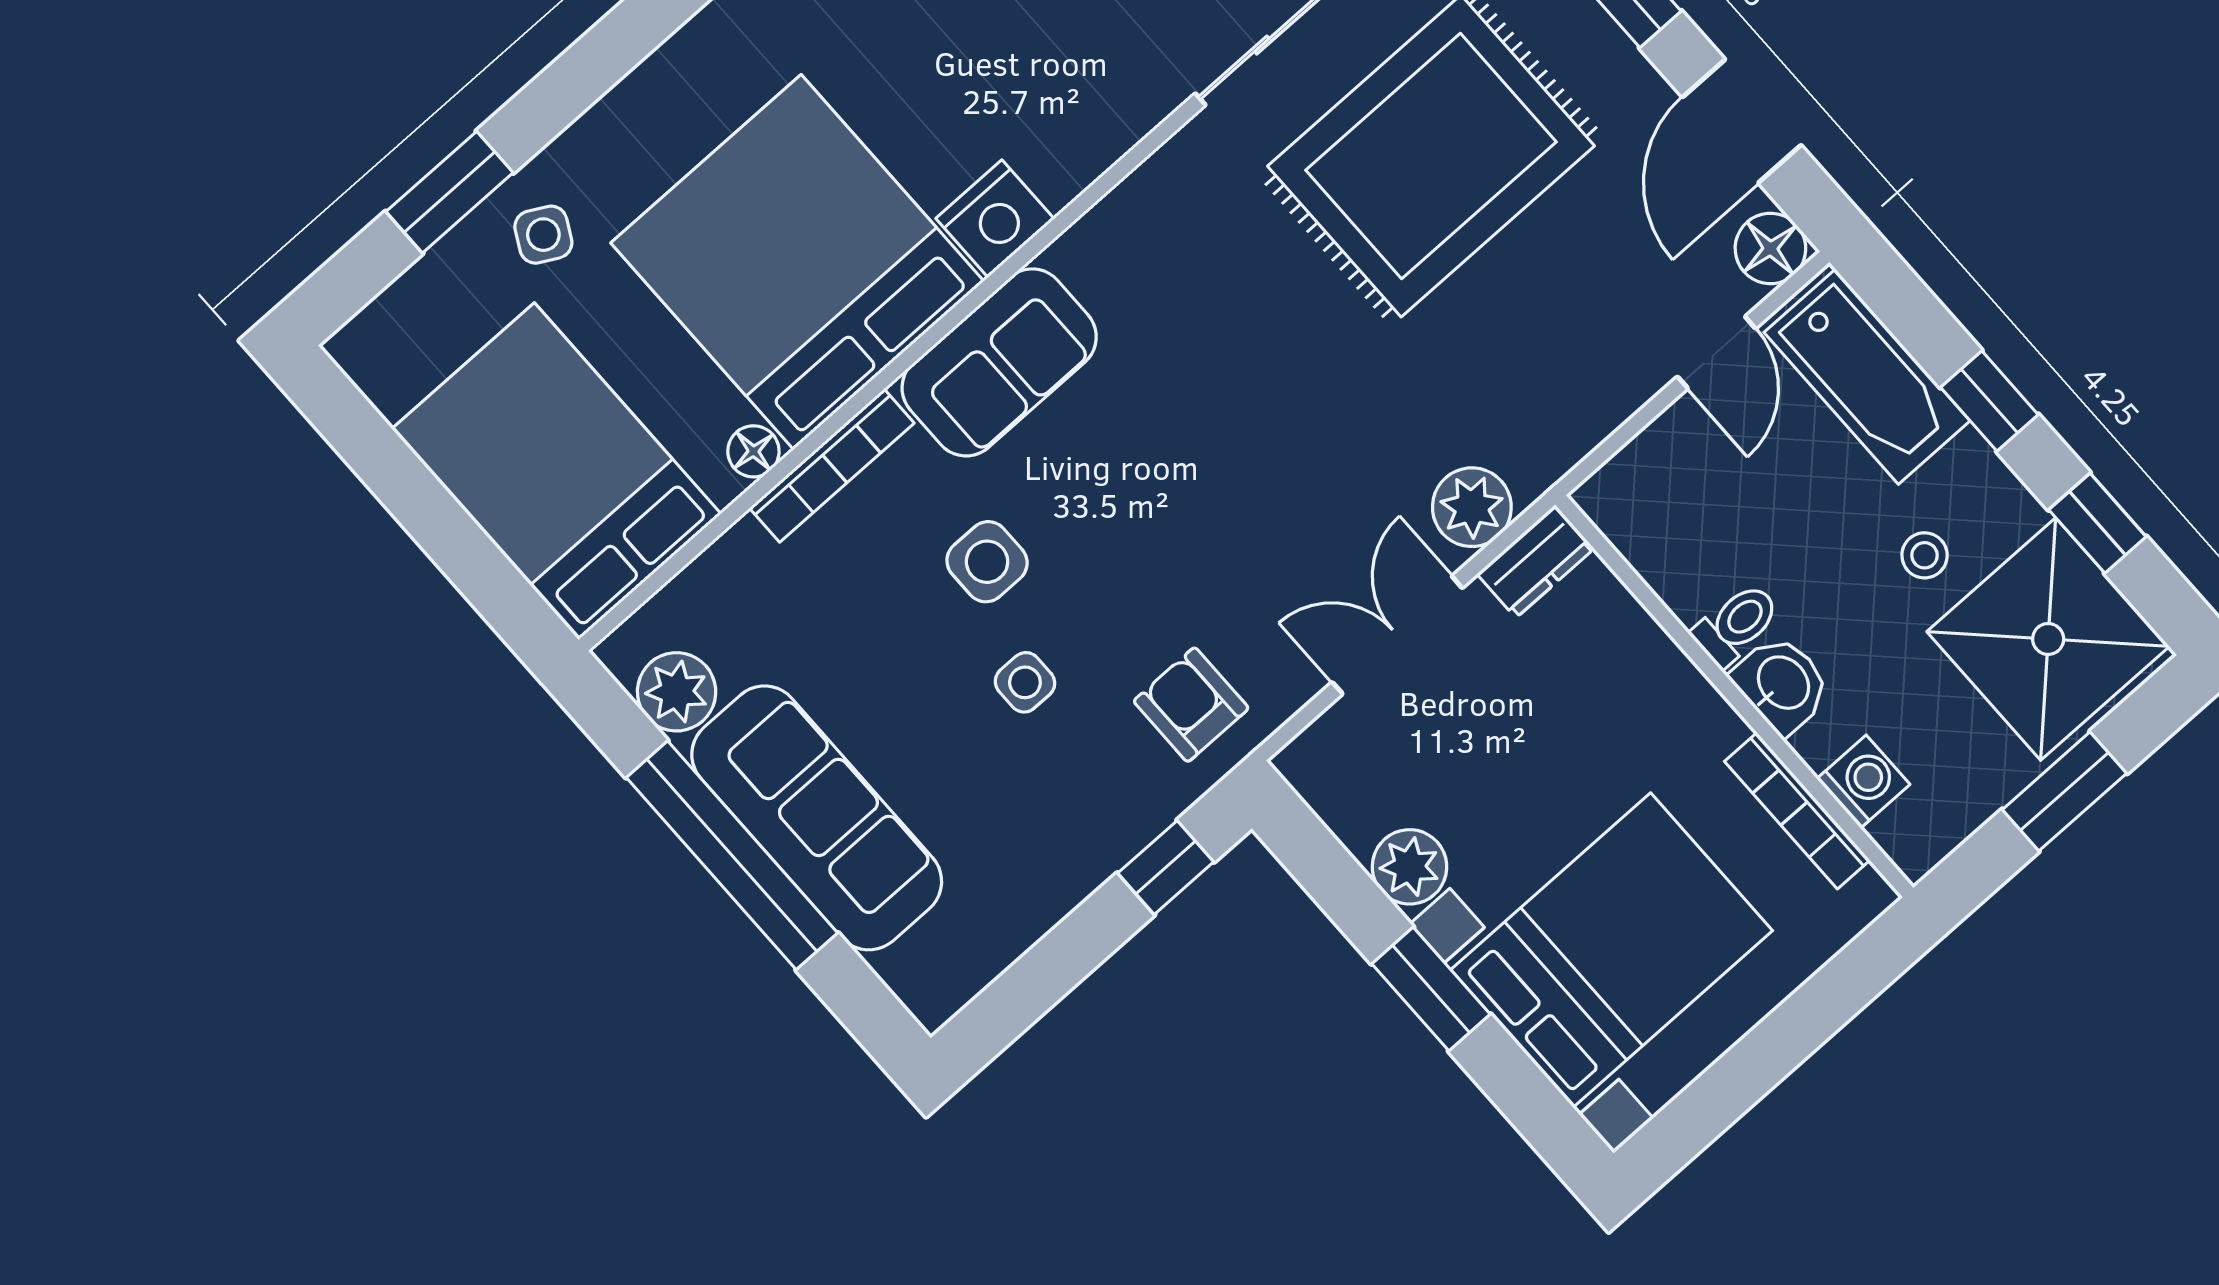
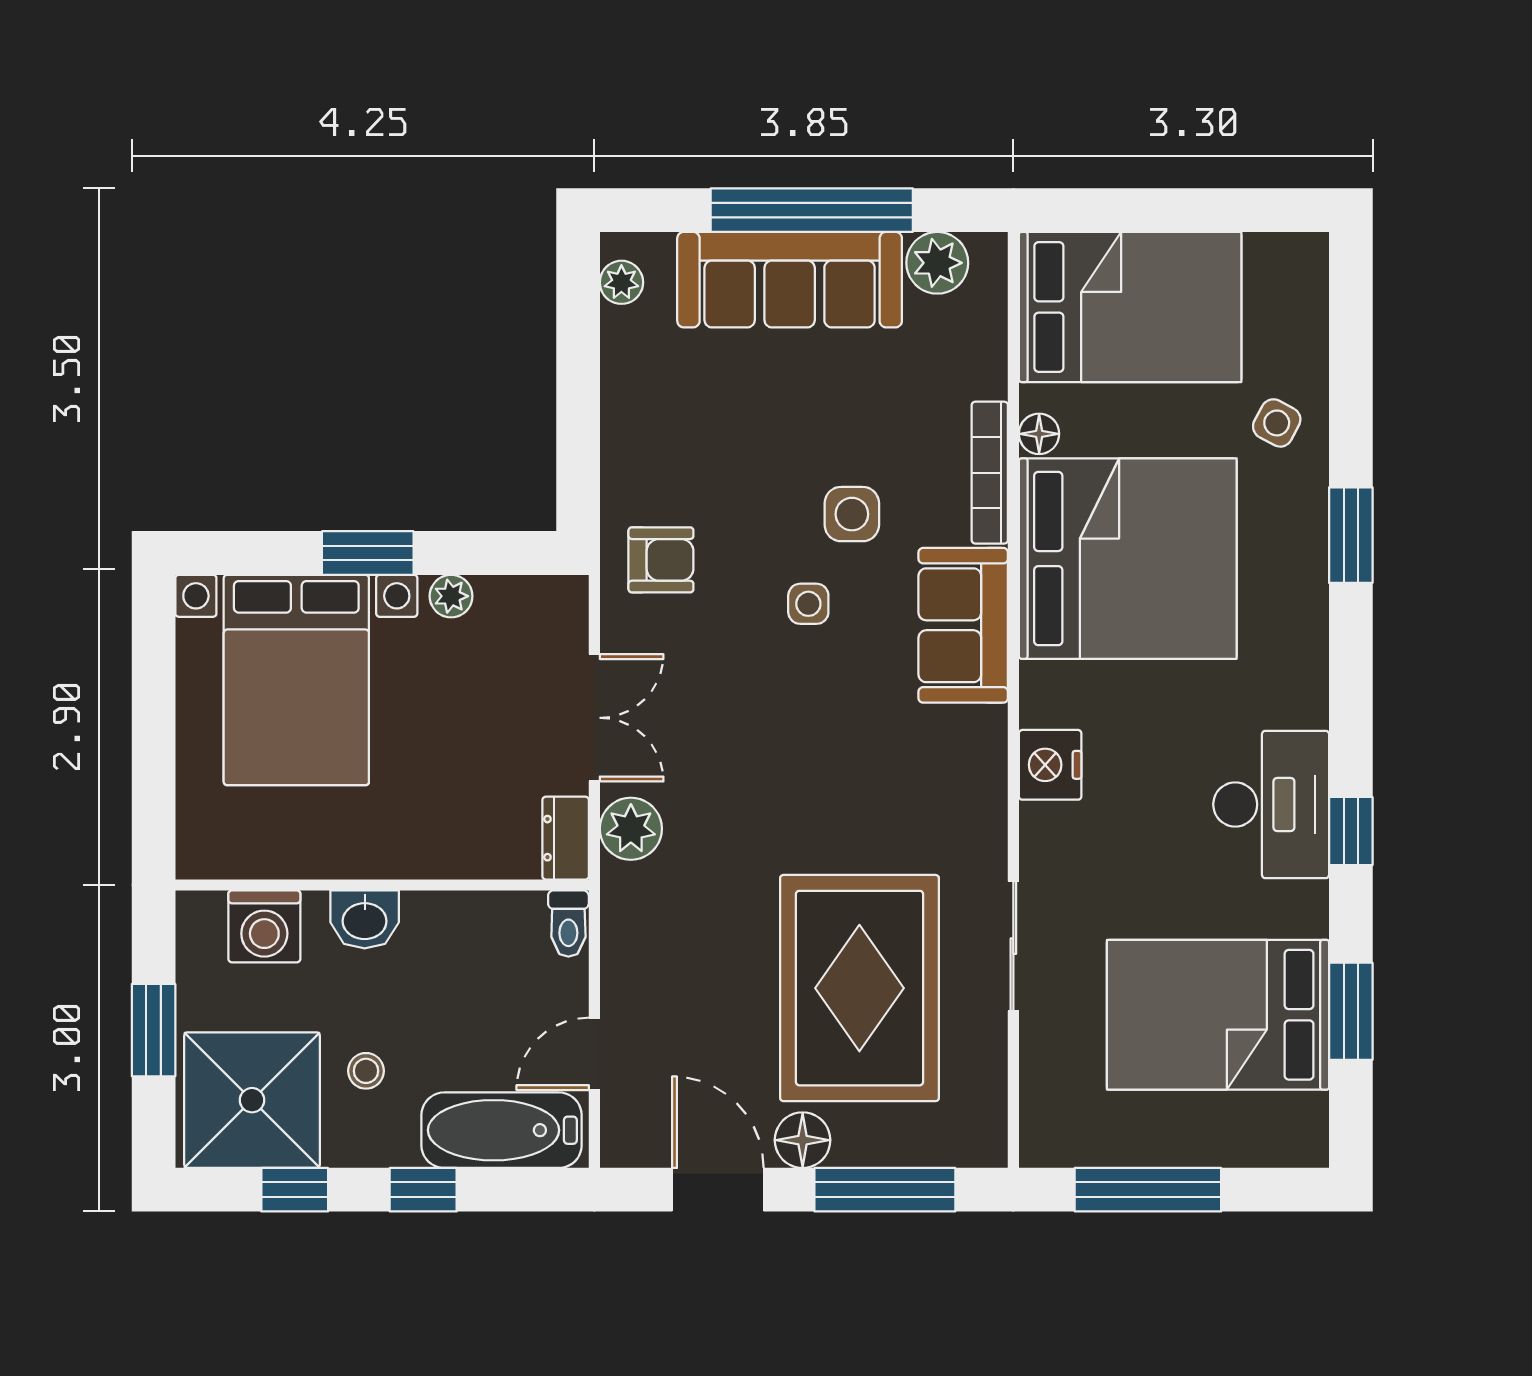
window: (449, 192) -> (1351, 535), moved
nightstand: (995, 219) -> (1050, 765), moved
floor lamp: (1770, 248) -> (803, 1140), moved
door: (1716, 353) -> (594, 1054), hinge flipped
toilet: (1736, 624) -> (568, 924), moved
side table: (1025, 682) -> (808, 604), moved
washing machine: (1863, 782) -> (264, 926), width x1.38, depth x1.38
bookcase: (1797, 811) -> (282, 862), removed
plant: (1410, 867) -> (451, 596), width x0.73, depth x0.73
window: (1166, 868) -> (578, 460), removed
plant: (961, 975) -> (621, 282), added

